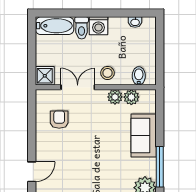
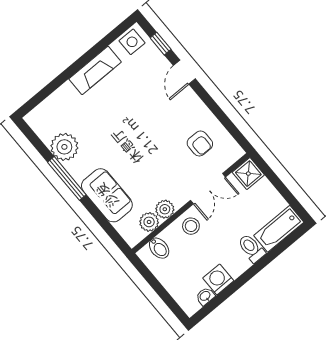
washing machine: (98, 26) -> (218, 279), moved

